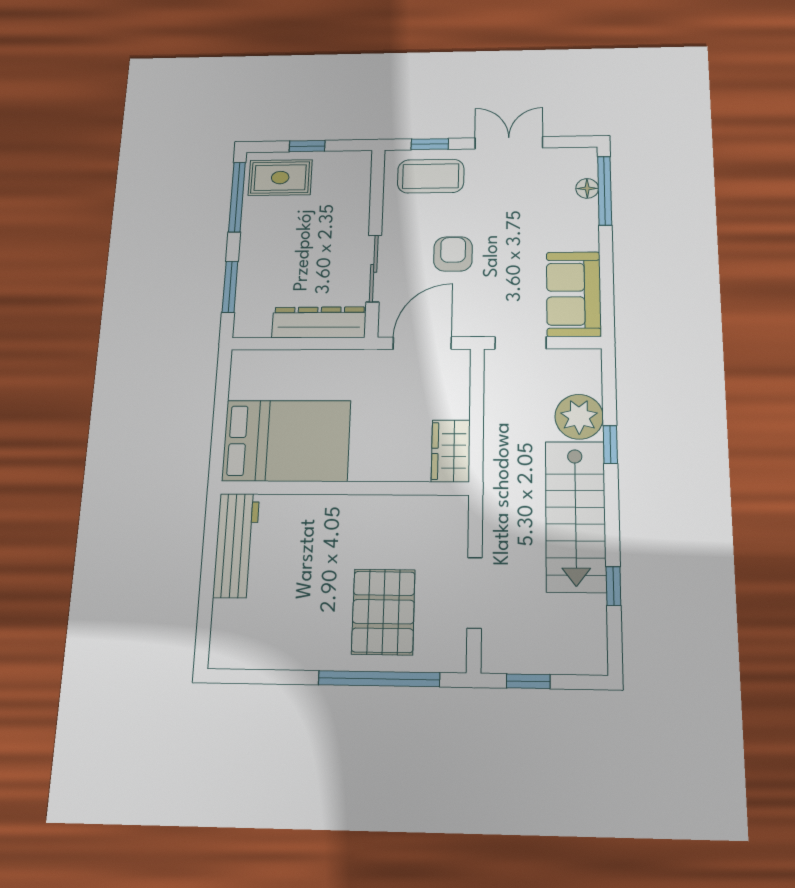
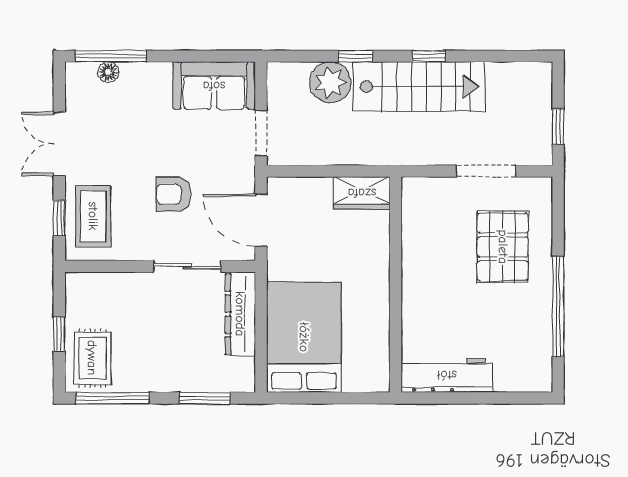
bed: (286, 441) -> (304, 337), moved
window: (613, 586) -> (429, 56), moved
pallet: (383, 612) -> (503, 247), turned 90
window: (379, 679) -> (558, 306), moved

